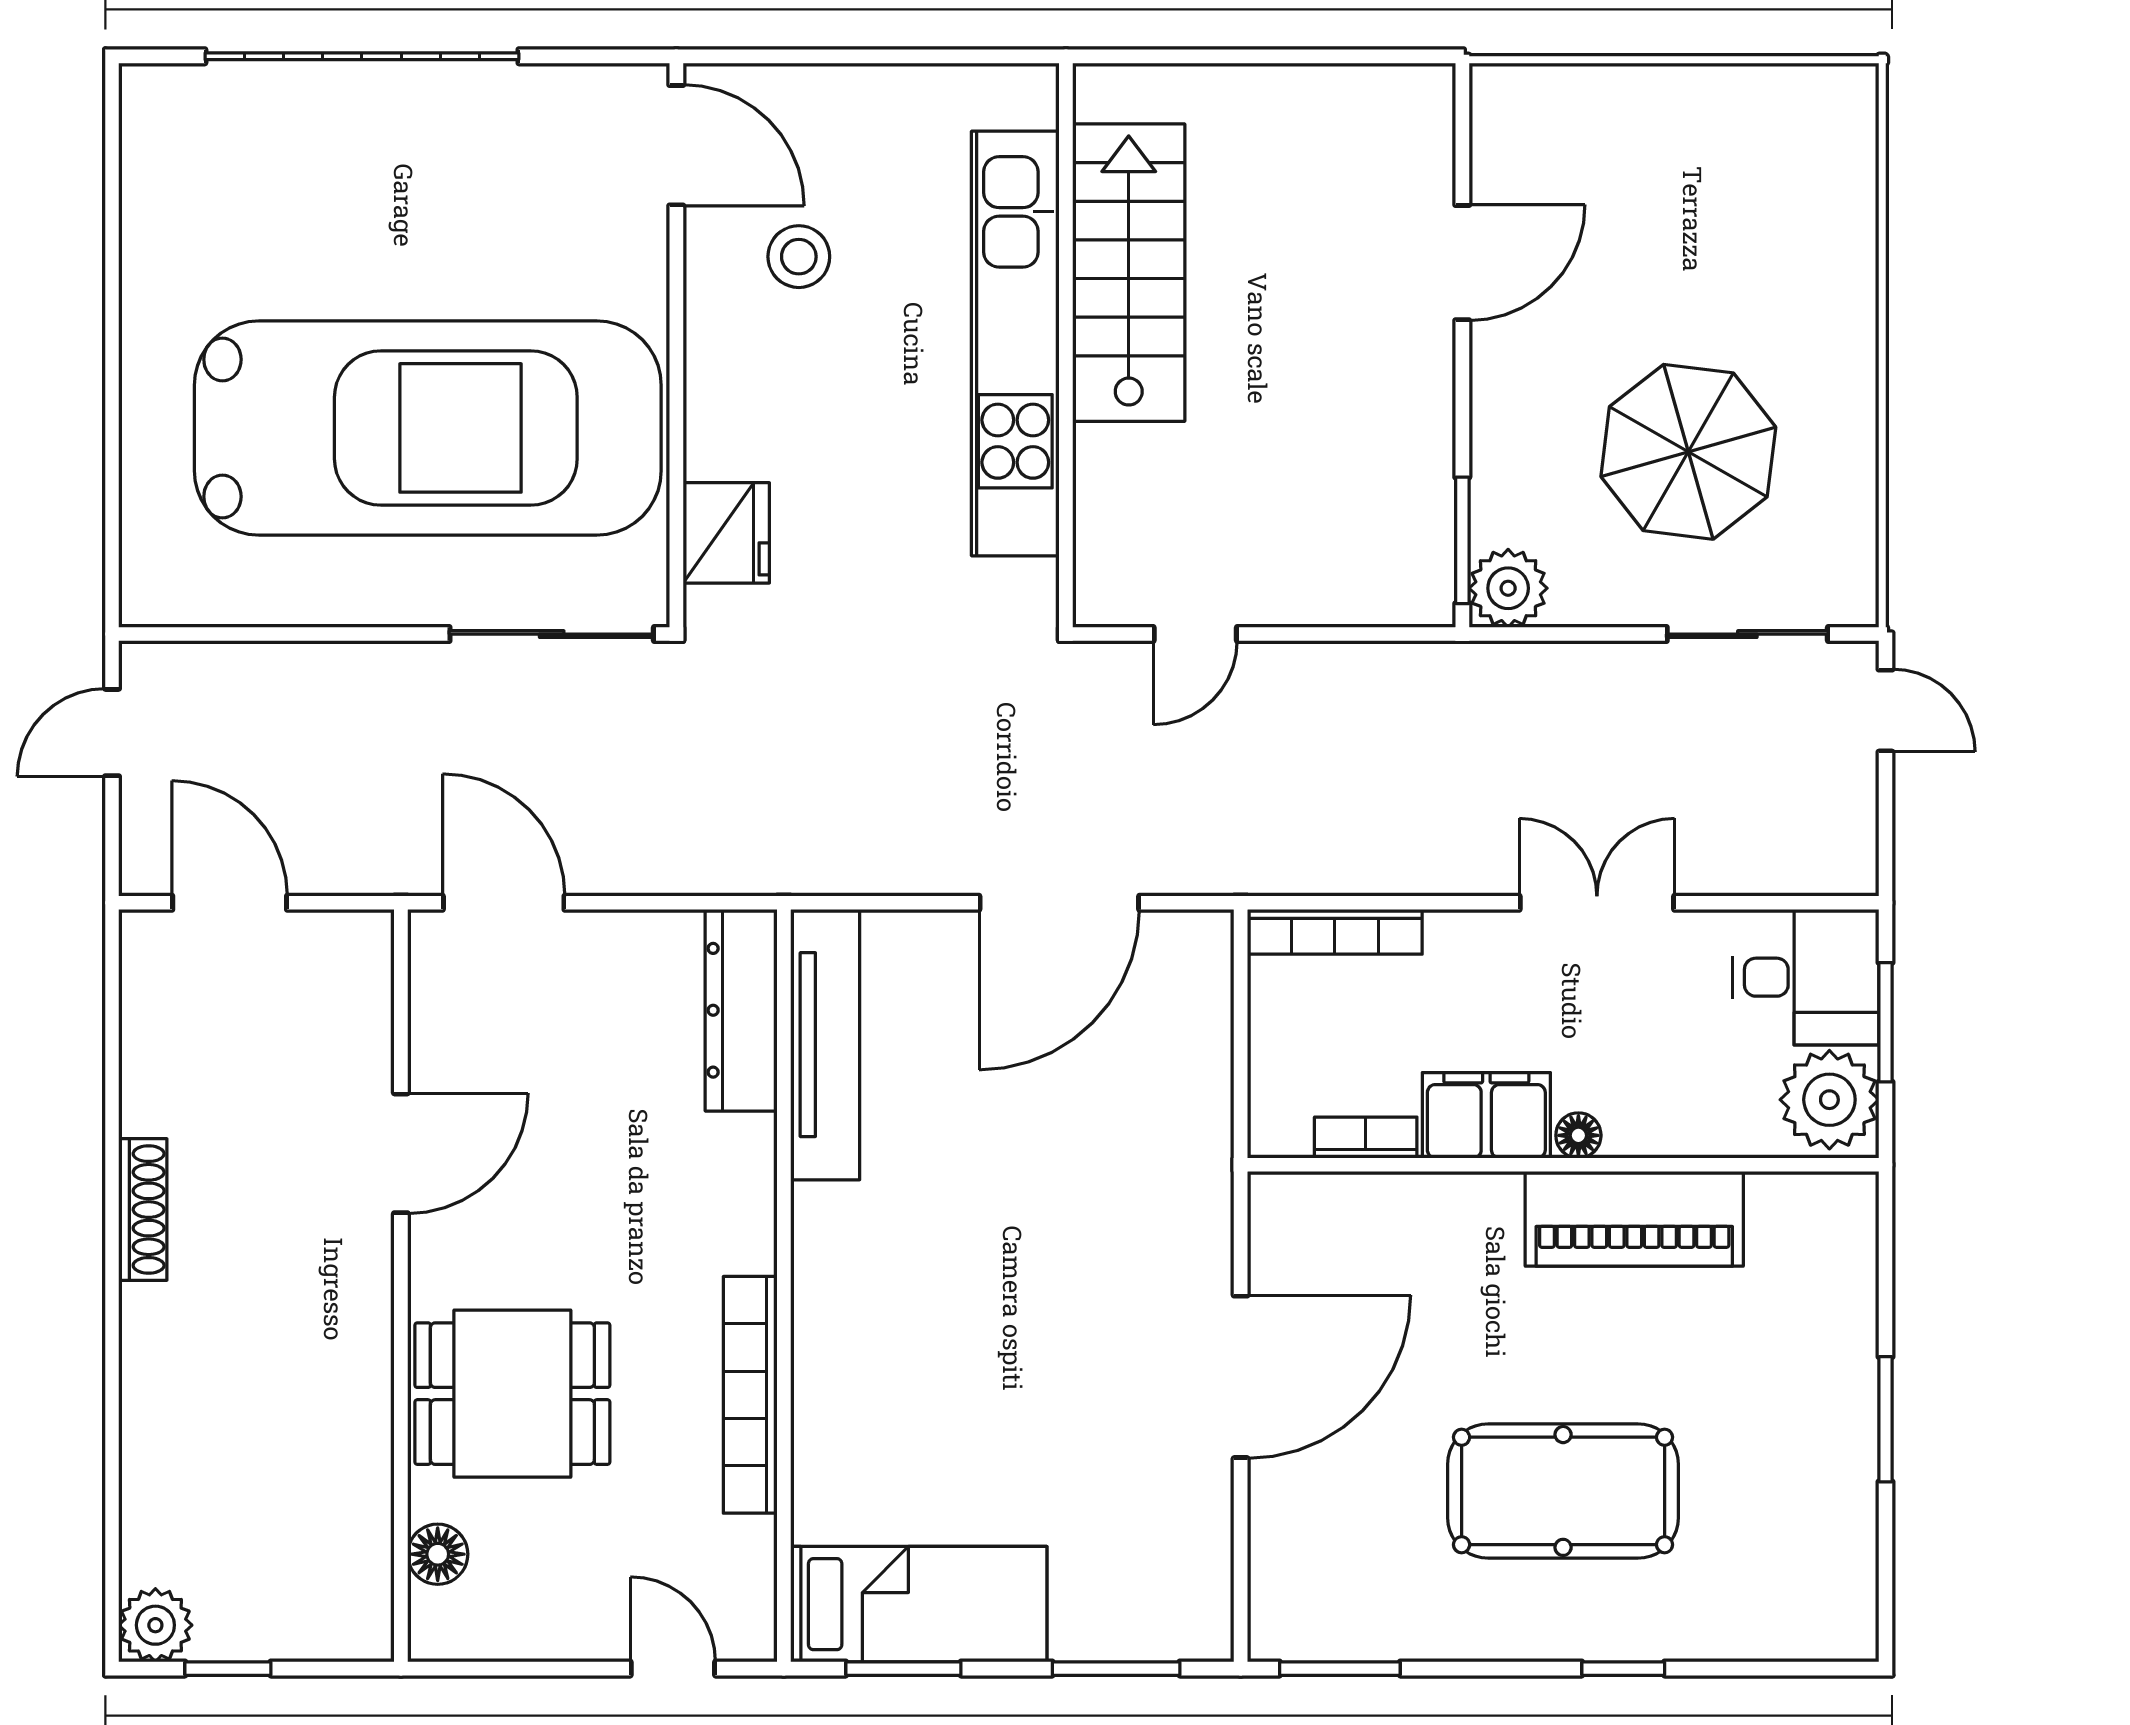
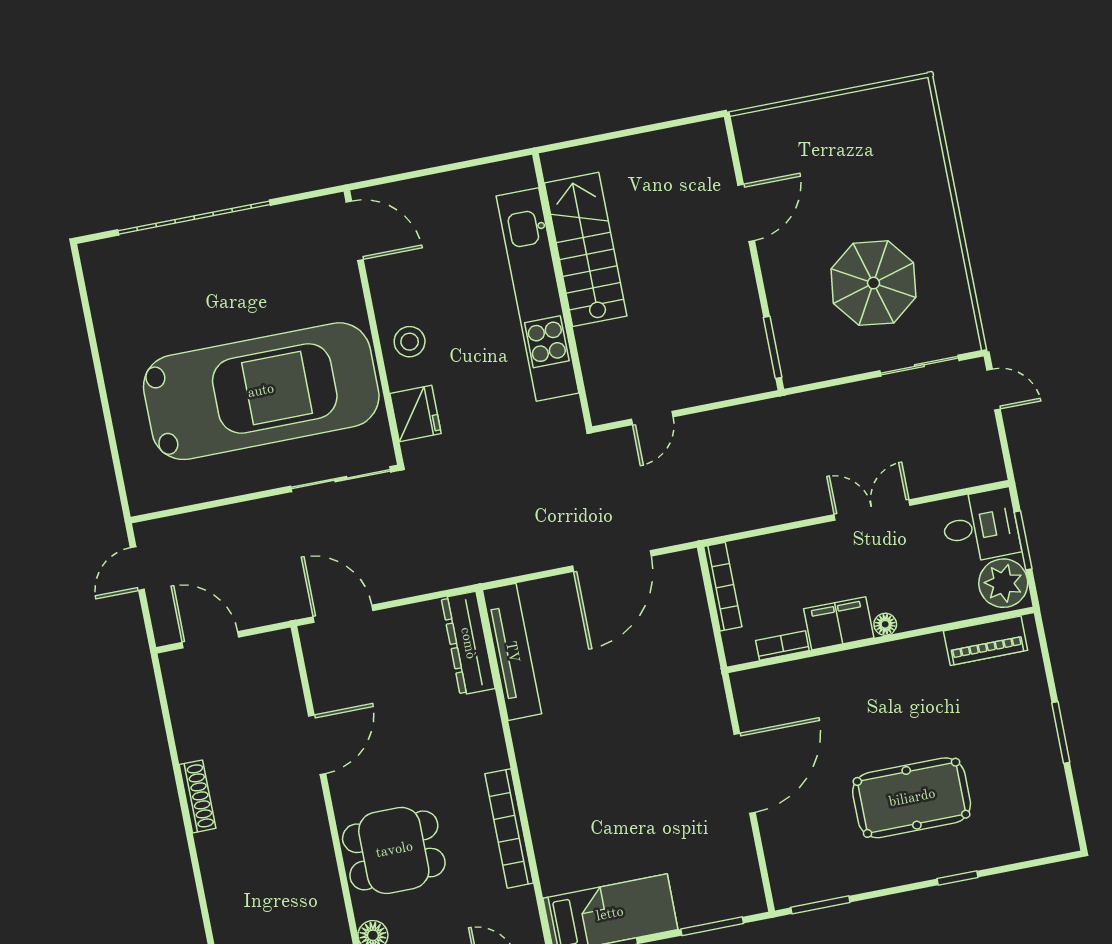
stool: (799, 257) -> (410, 342), moved
plant: (1508, 588) -> (799, 366), removed
bookcase: (1335, 932) -> (723, 587), moved, turned -90
piano: (1634, 1219) -> (986, 641), moved, width x0.73, depth x0.75

